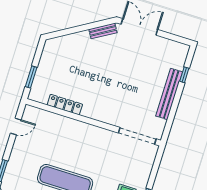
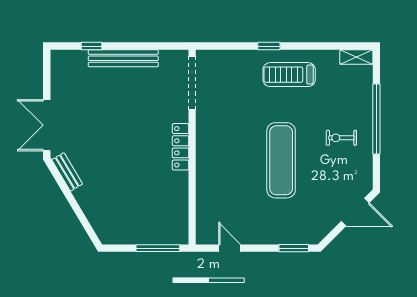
window: (31, 77) -> (158, 248), width x1.44
locker: (65, 105) -> (181, 147), moved

